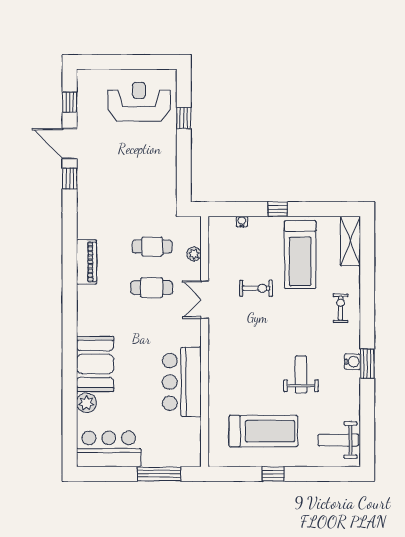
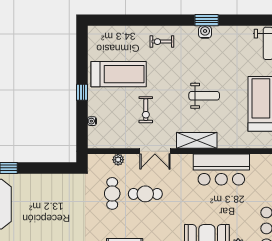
shelving: (350, 241) -> (197, 140), moved
cafe table: (152, 288) -> (145, 194), turned 90
exercise bike: (256, 288) -> (146, 110), turned 180
weight bench: (301, 375) -> (204, 96), moved, turned 180

